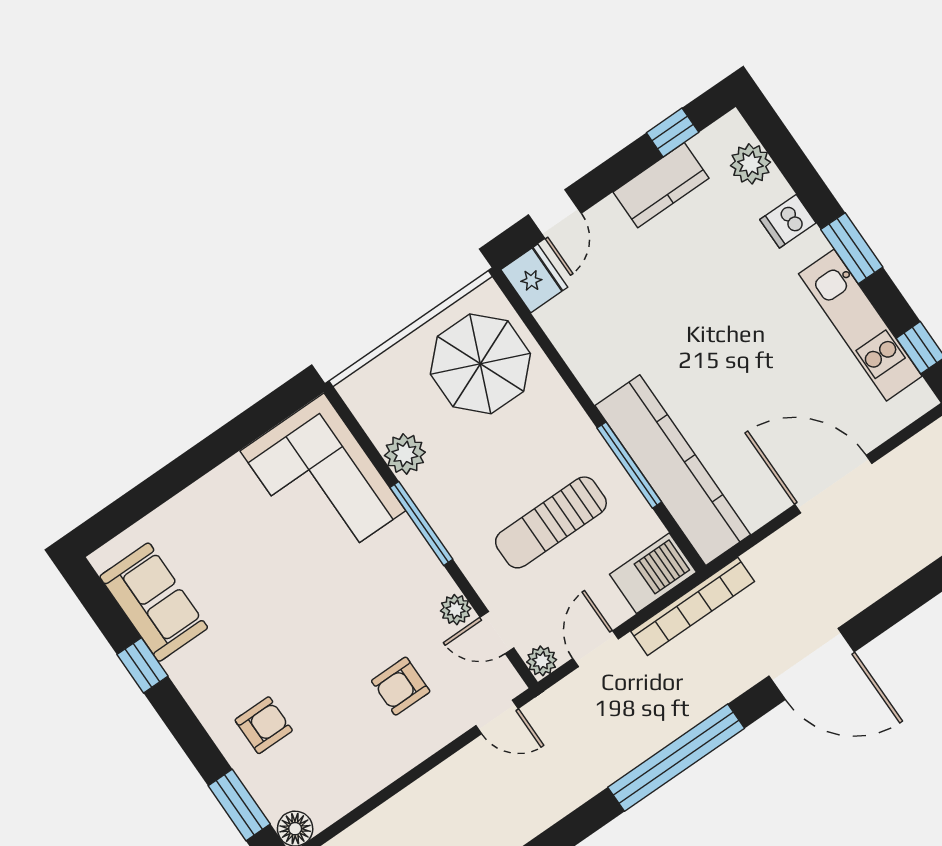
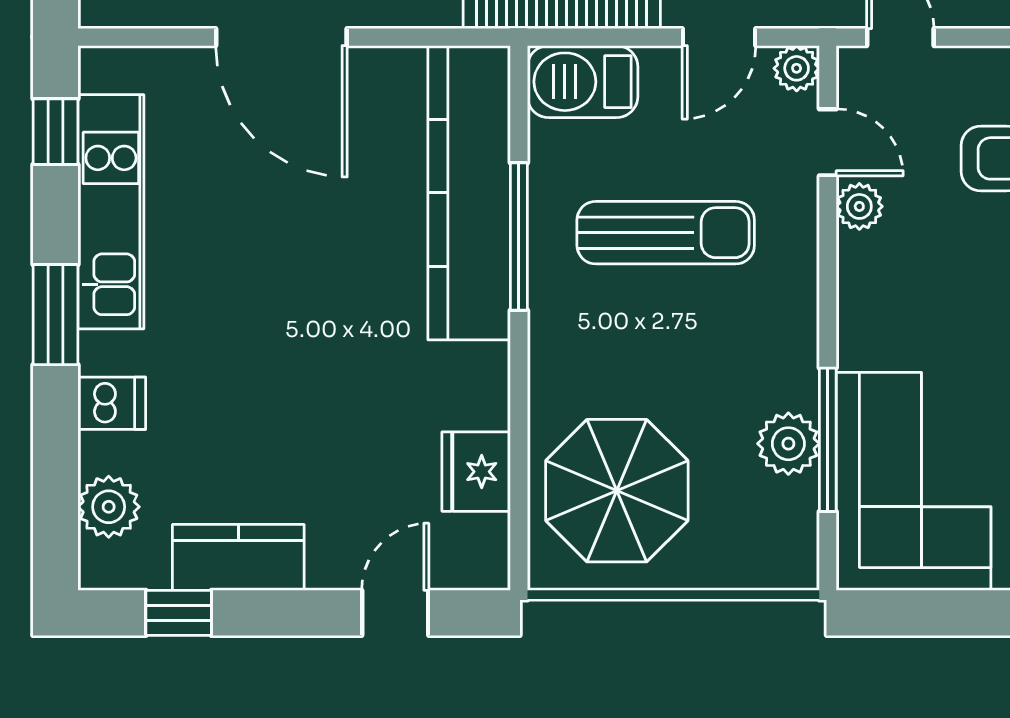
fridge: (534, 278) -> (476, 472), moved
window: (421, 523) -> (828, 440), moved

